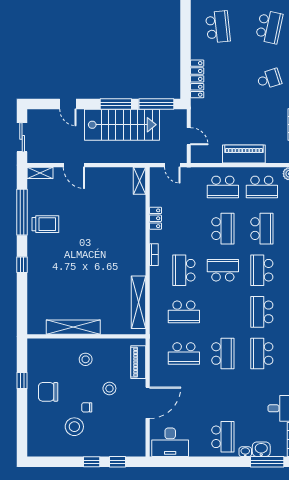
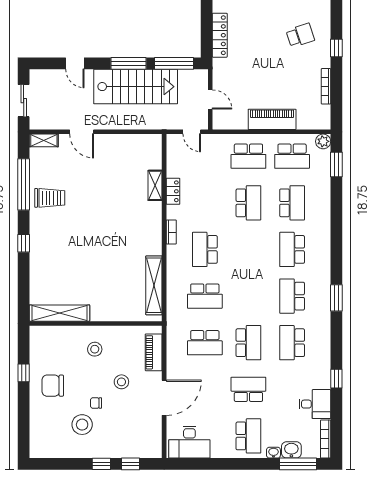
shelving: (140, 181) -> (155, 185), moved
school desk: (223, 270) -> (248, 389), moved
shelving: (73, 327) -> (59, 313), moved

